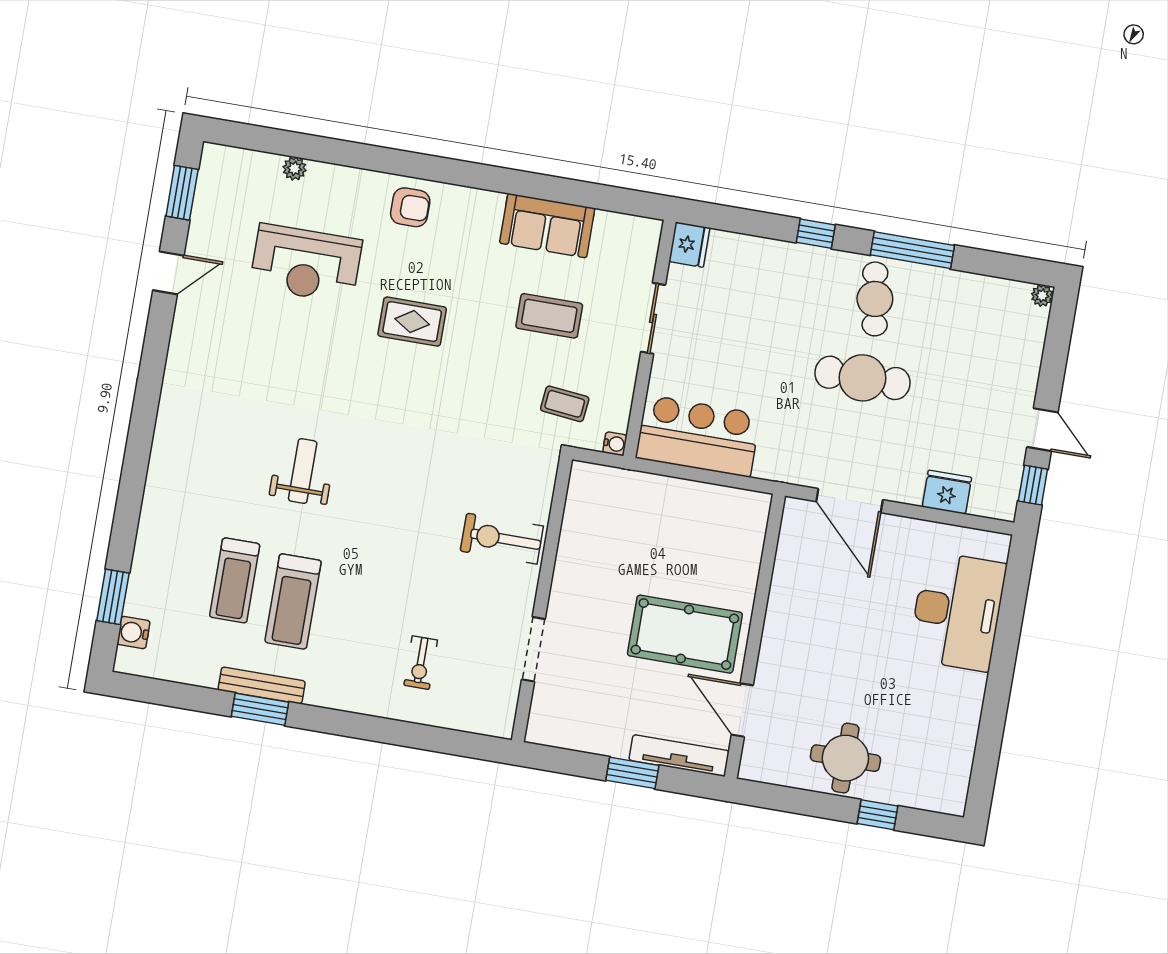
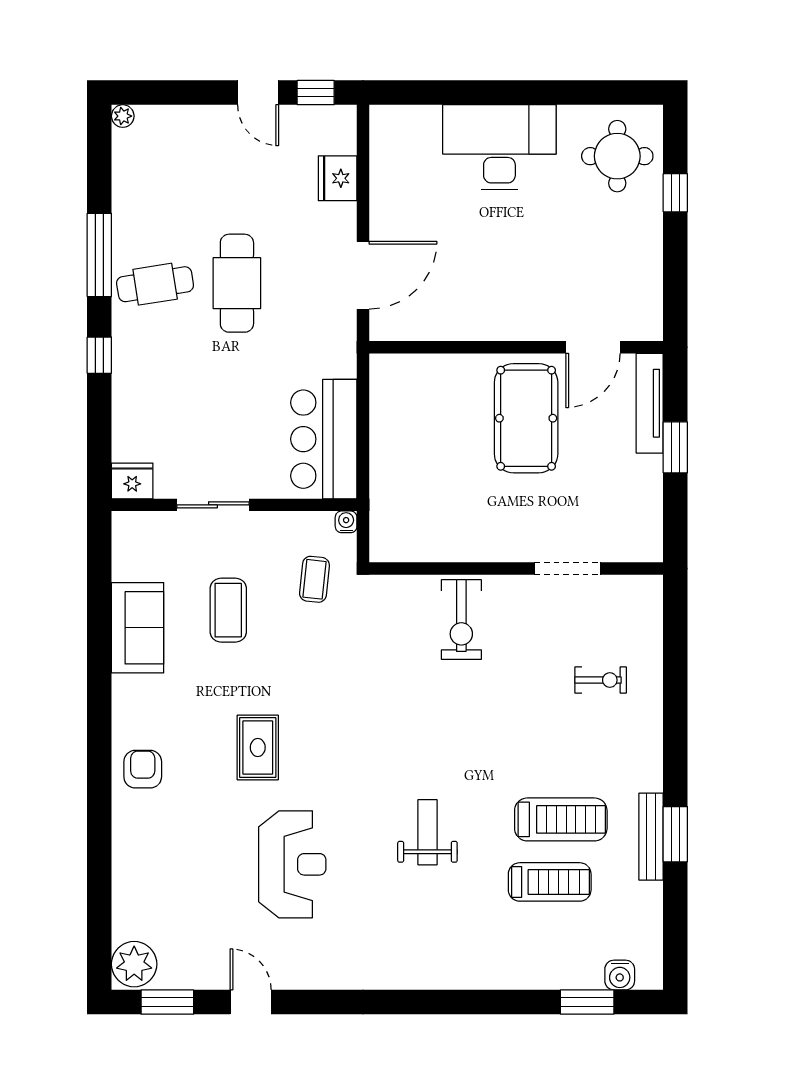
plant: (294, 169) -> (134, 964), moved, width x1.88, depth x1.88
reception desk: (306, 264) -> (292, 864), moved
door: (1042, 430) -> (258, 93), swing flipped
weight bench: (303, 471) -> (427, 832), turned 90
desk: (957, 611) -> (499, 147), moved
round table: (845, 758) -> (617, 156), moved

